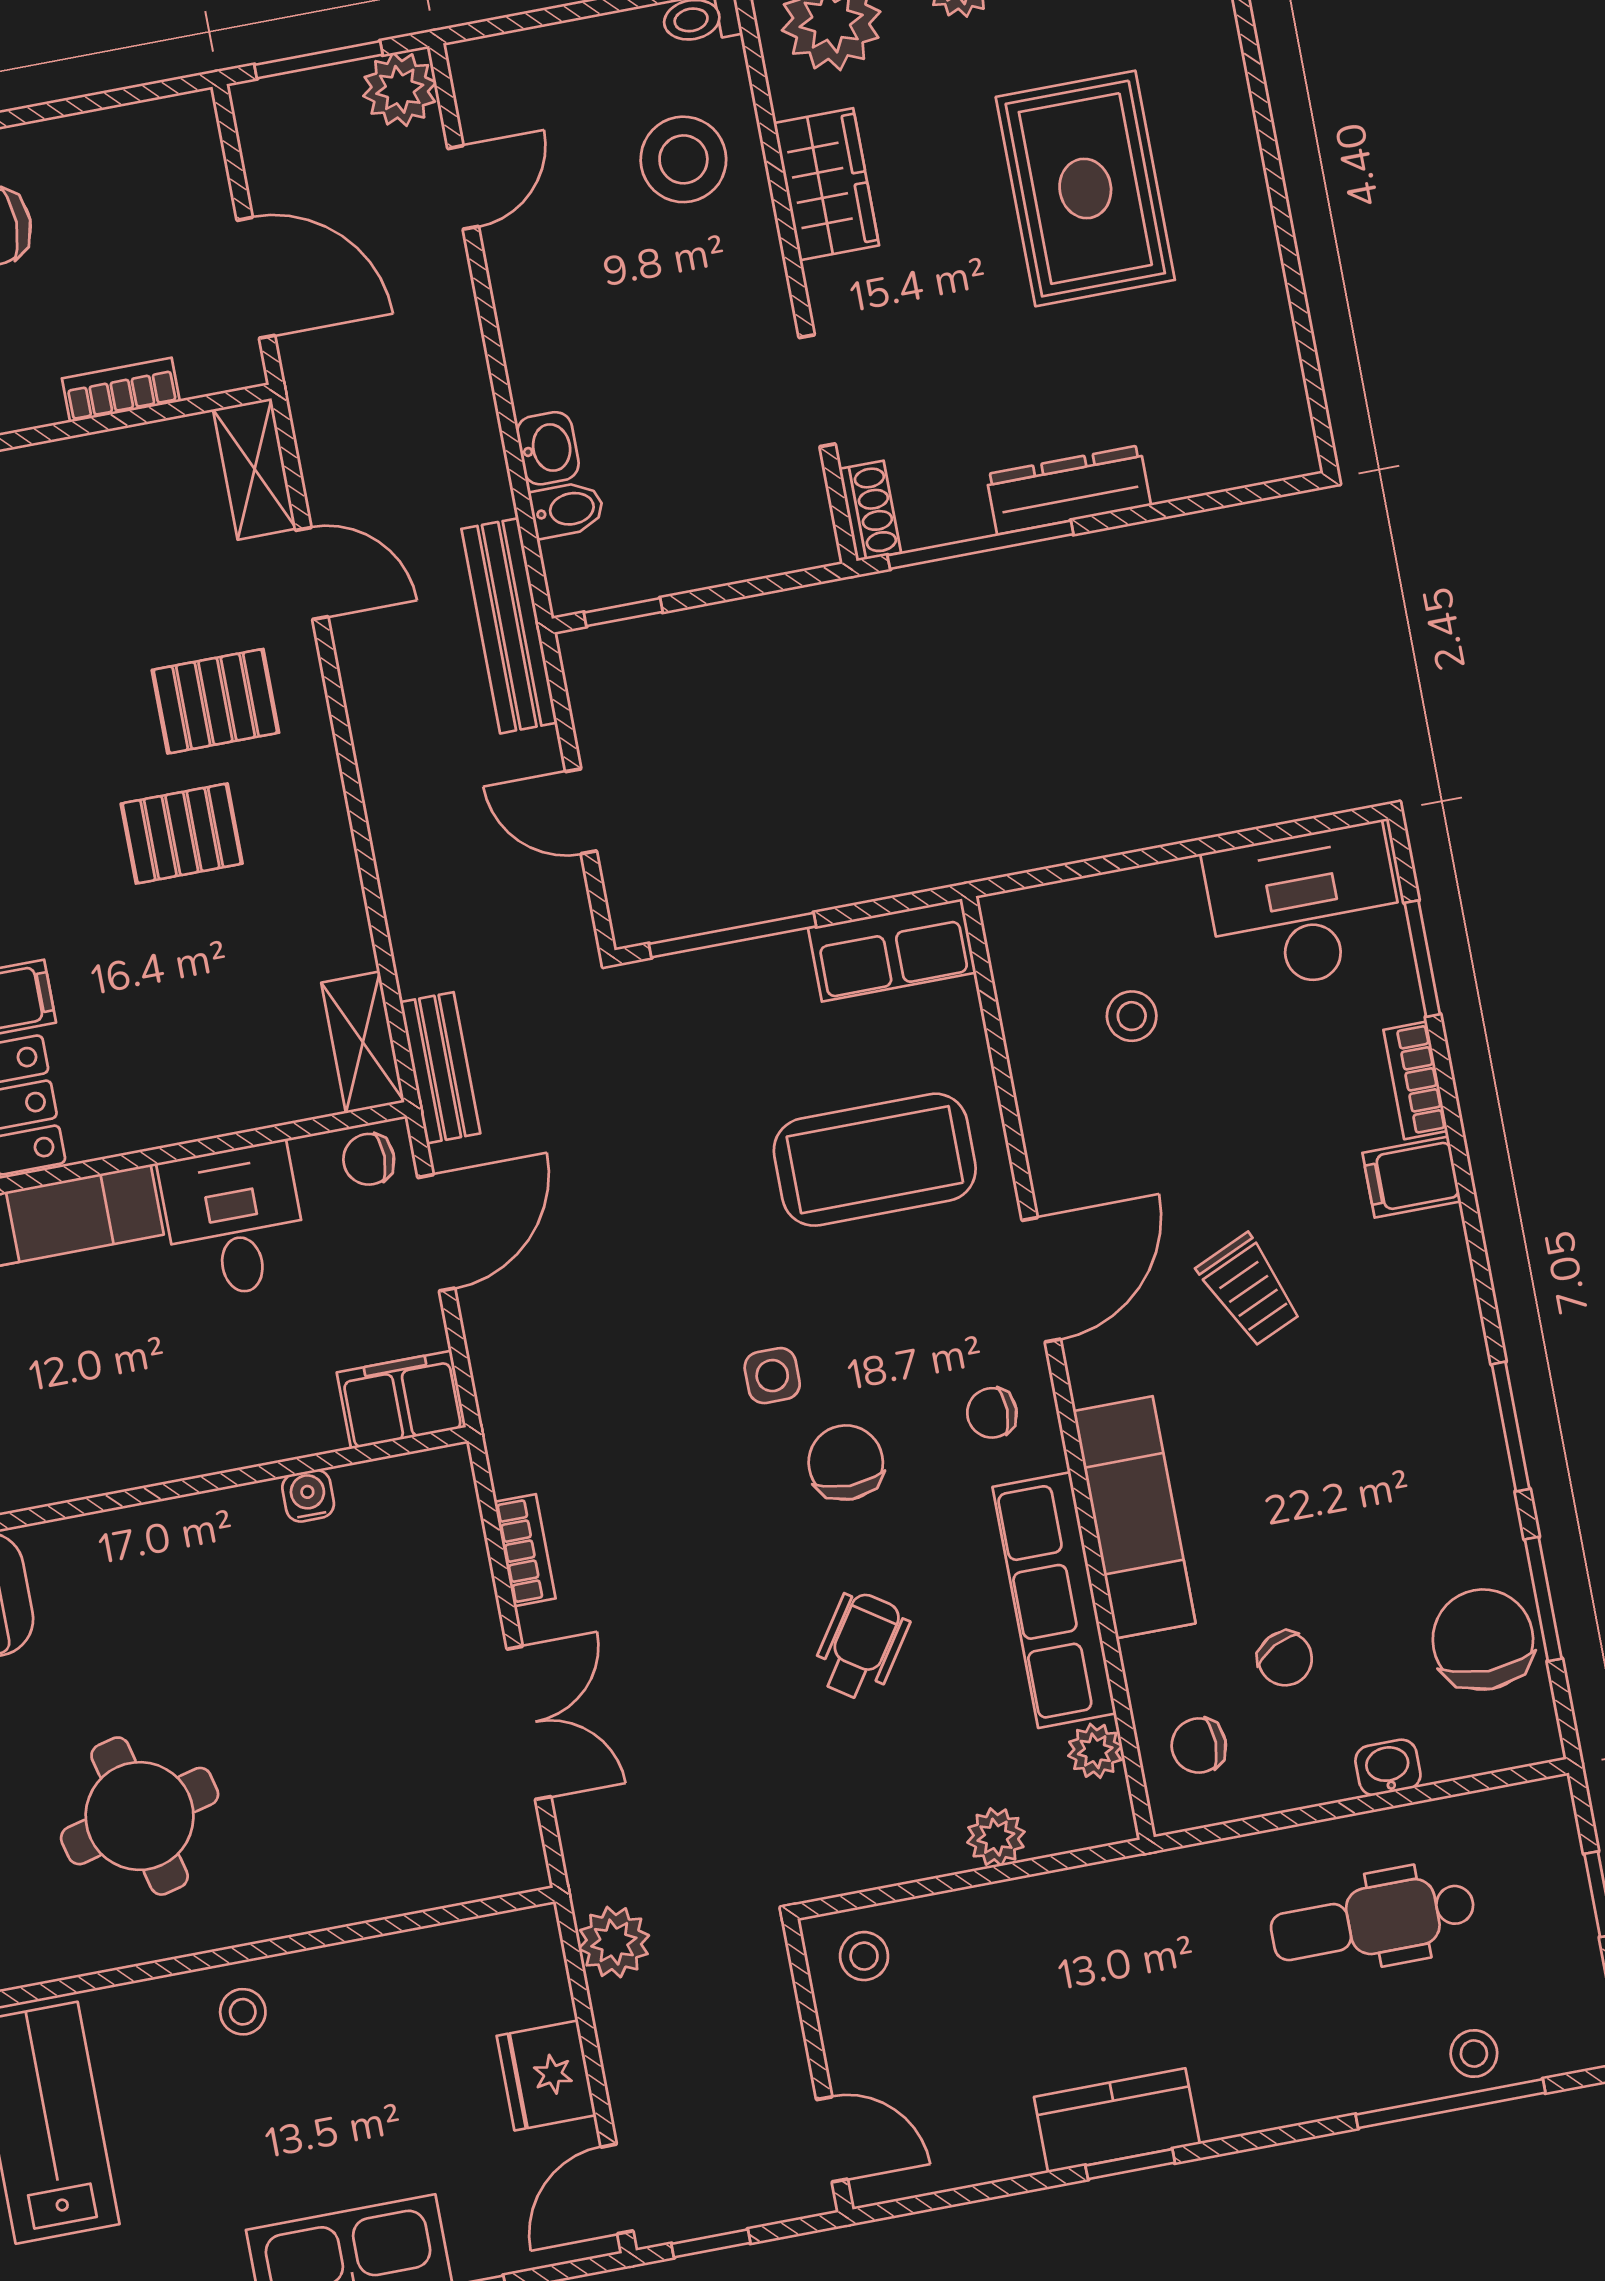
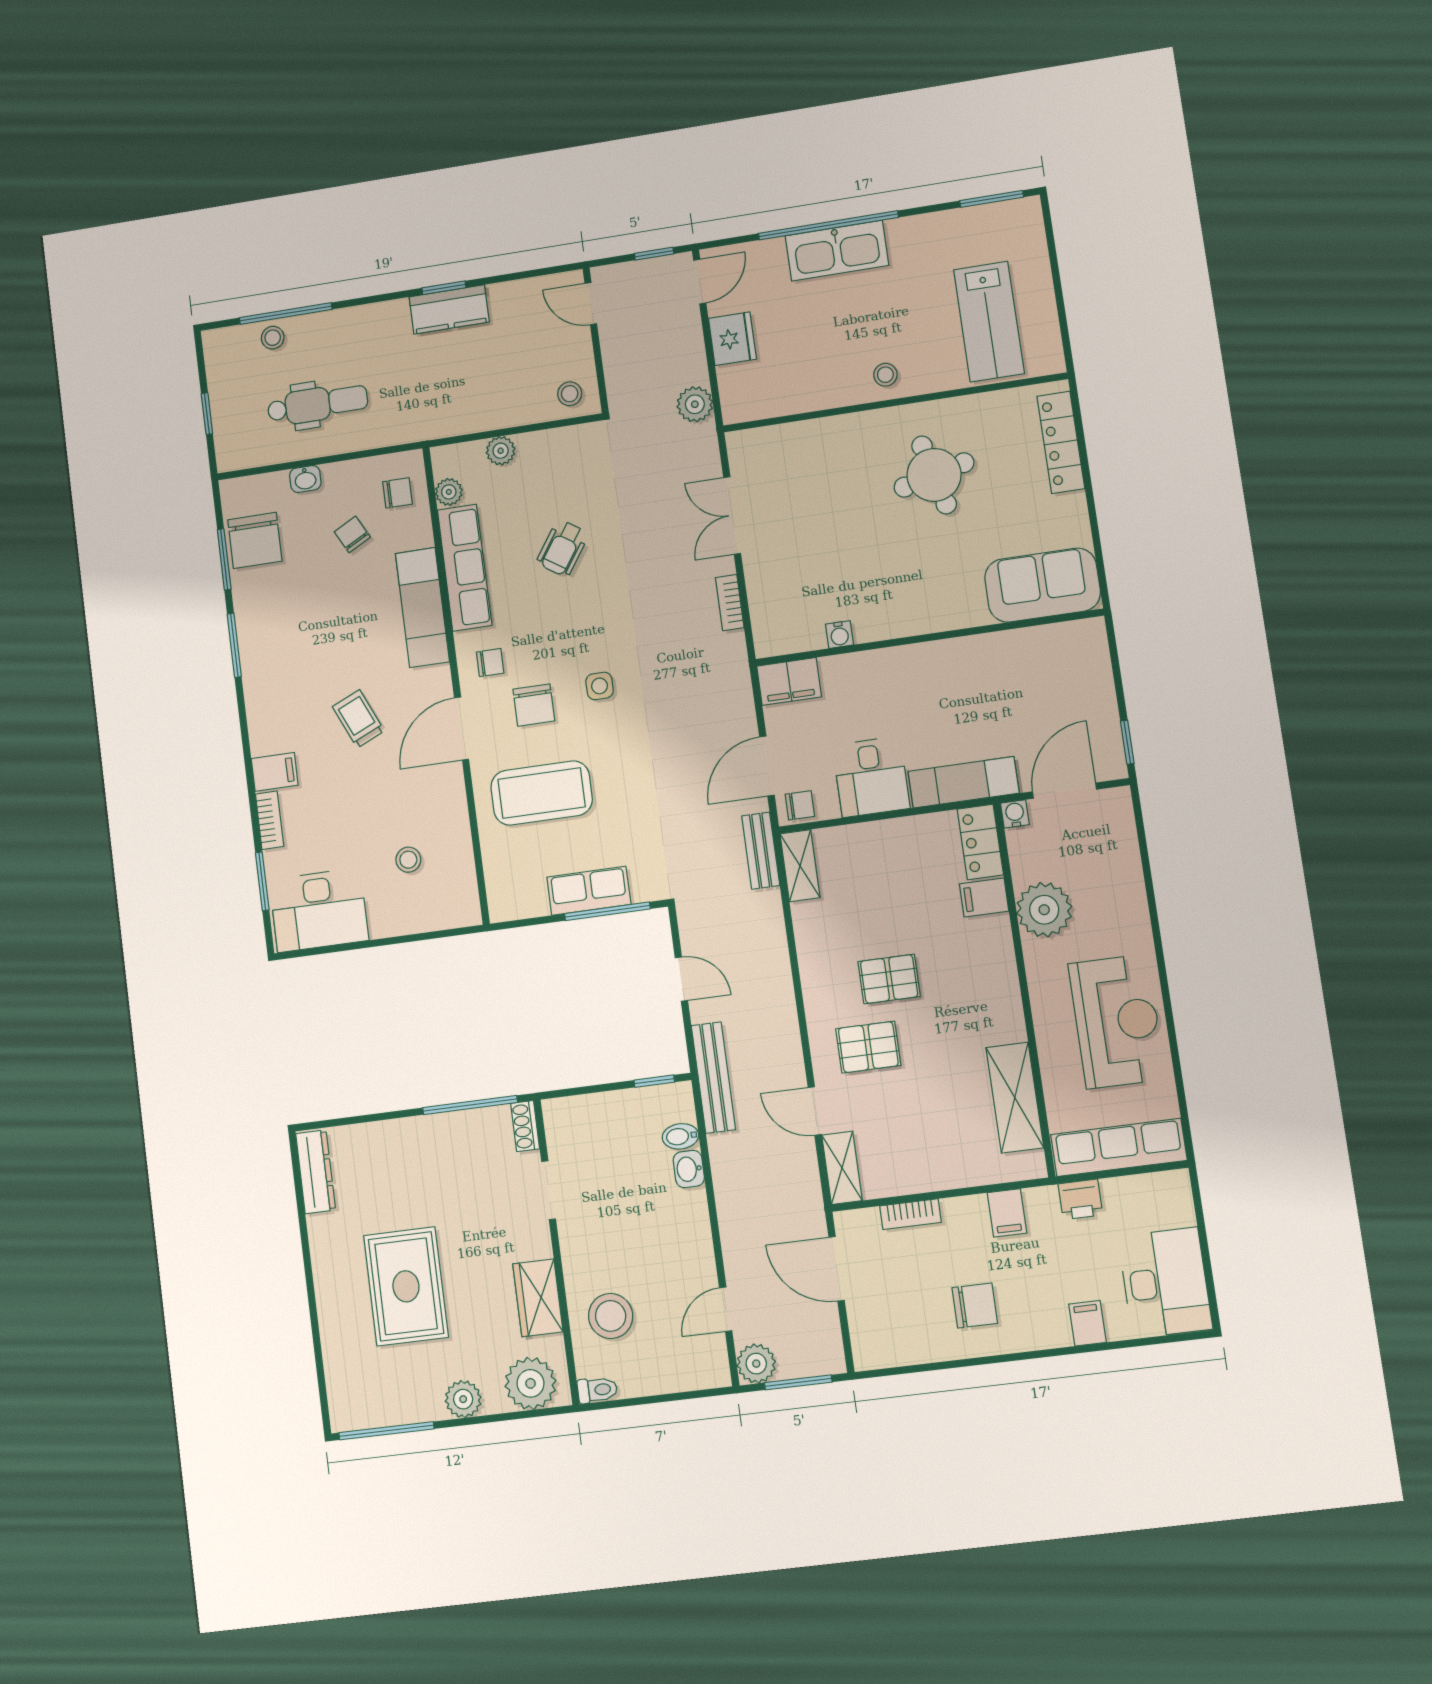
dresser: (1068, 490) -> (316, 1172), moved, turned -90
row of seats: (892, 950) -> (589, 891), moved
chair: (846, 1463) -> (534, 705), moved

